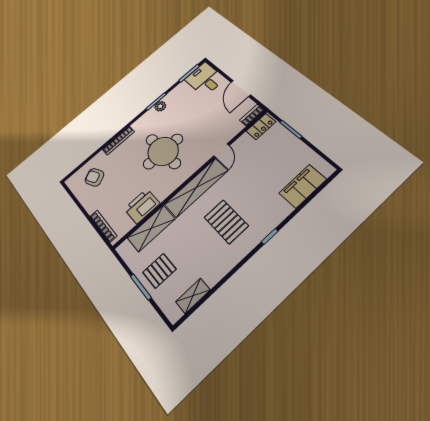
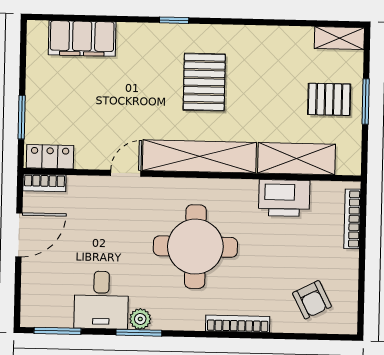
desk: (205, 79) -> (101, 300), moved
shelving: (193, 296) -> (339, 38), moved

